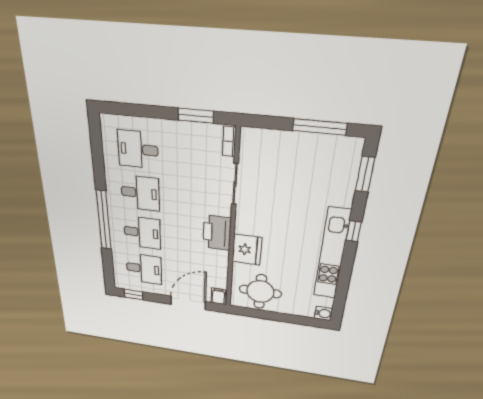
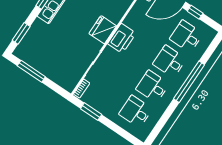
desk: (138, 149) -> (136, 112), turned 180
fridge: (247, 250) -> (103, 30), moved
window: (134, 294) -> (195, 12), moved

